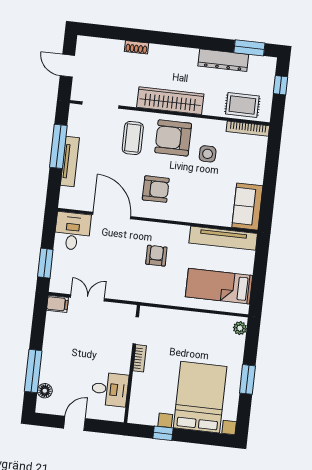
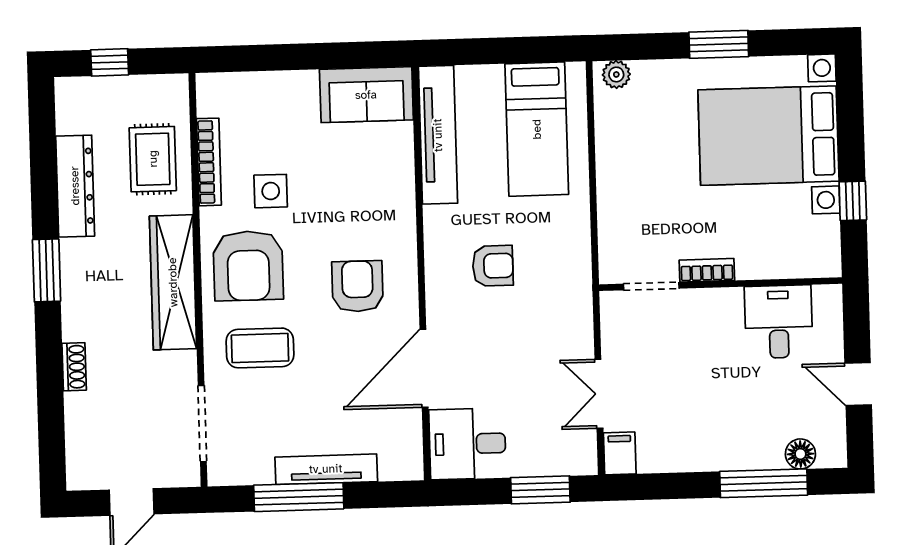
window: (249, 48) -> (47, 270), moved
rug: (242, 105) -> (153, 159), moved
bookcase: (248, 129) -> (209, 162), moved
armchair: (156, 256) -> (493, 266), turned 180

